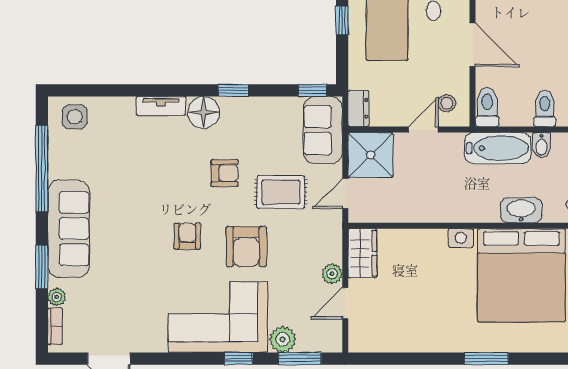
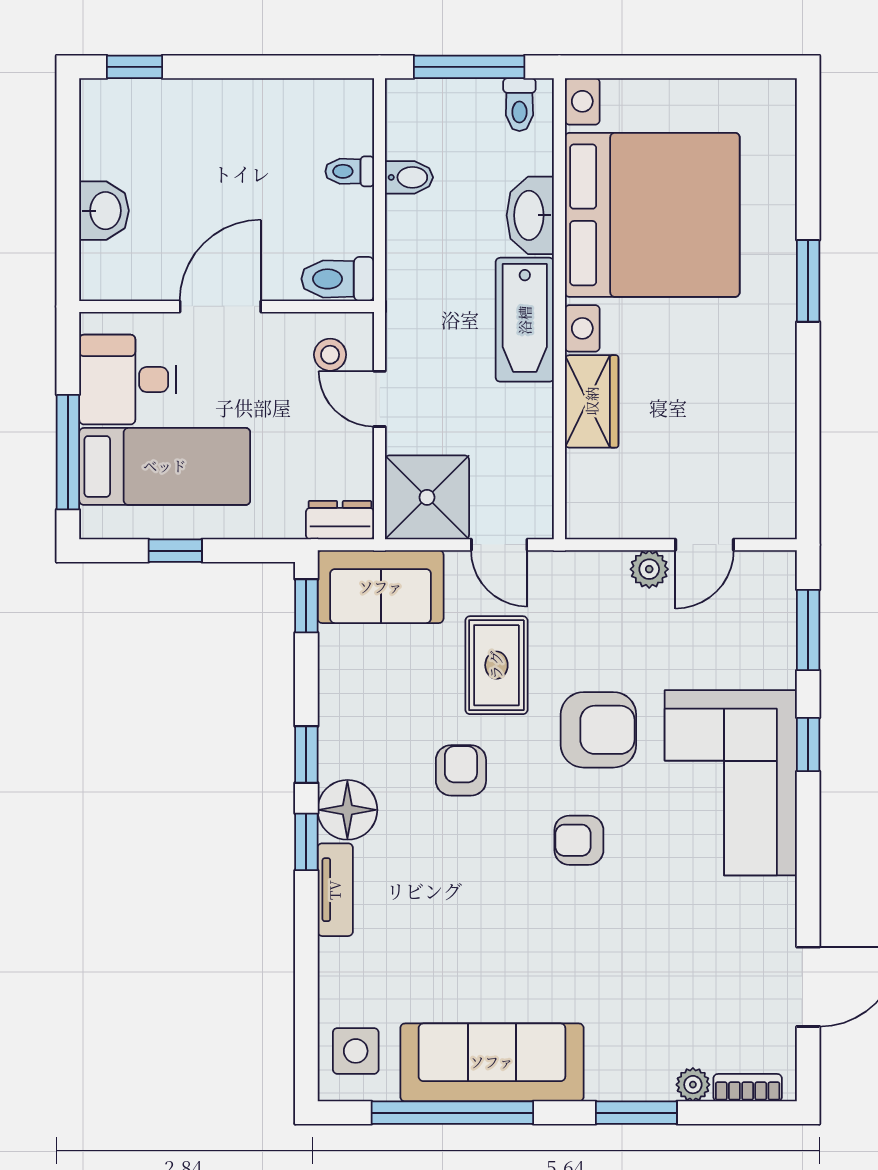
window: (186, 90) -> (306, 842), added
toilet: (545, 109) -> (350, 171), width x0.73, depth x0.72
bathtub: (498, 148) -> (525, 320), moved, turned 180
sofa: (69, 229) -> (492, 1062), moved
wardrobe: (362, 253) -> (592, 401), moved, turned 90
door: (345, 303) -> (705, 545), hinge flipped
plant: (283, 339) -> (772, 662), removed

